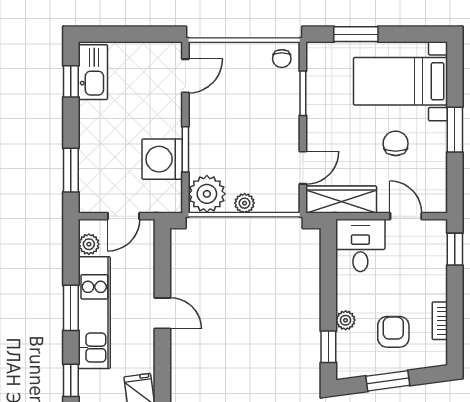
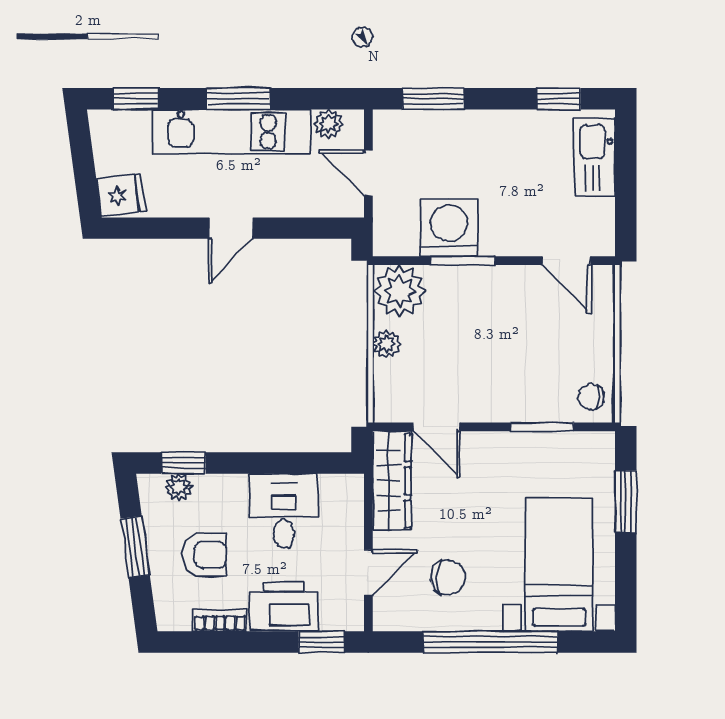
kitchen sink: (93, 72) -> (595, 157), moved, turned 90
window: (455, 130) -> (491, 642), width x2.11
chair: (396, 143) -> (448, 577), moved
desk: (360, 245) -> (284, 511), moved, turned -90
printer: (430, 276) -> (284, 607), added
plant: (346, 320) -> (179, 487), moved

